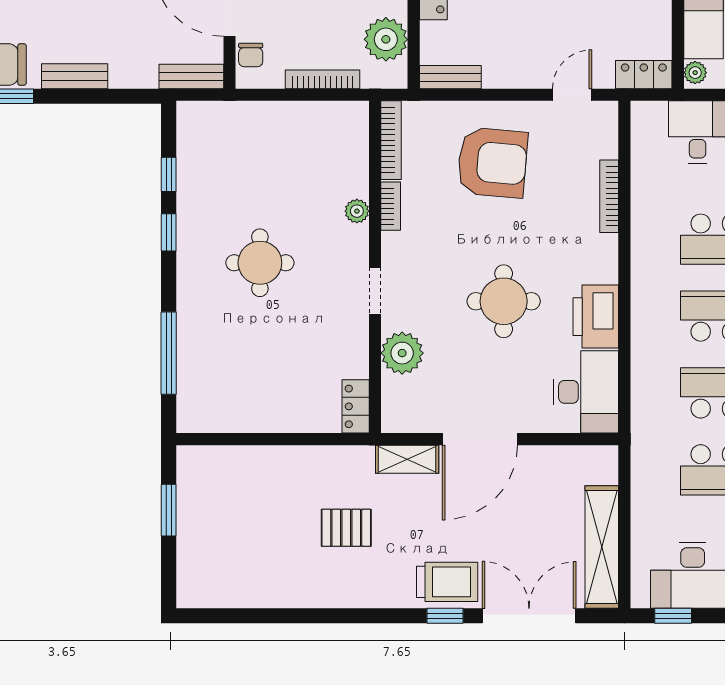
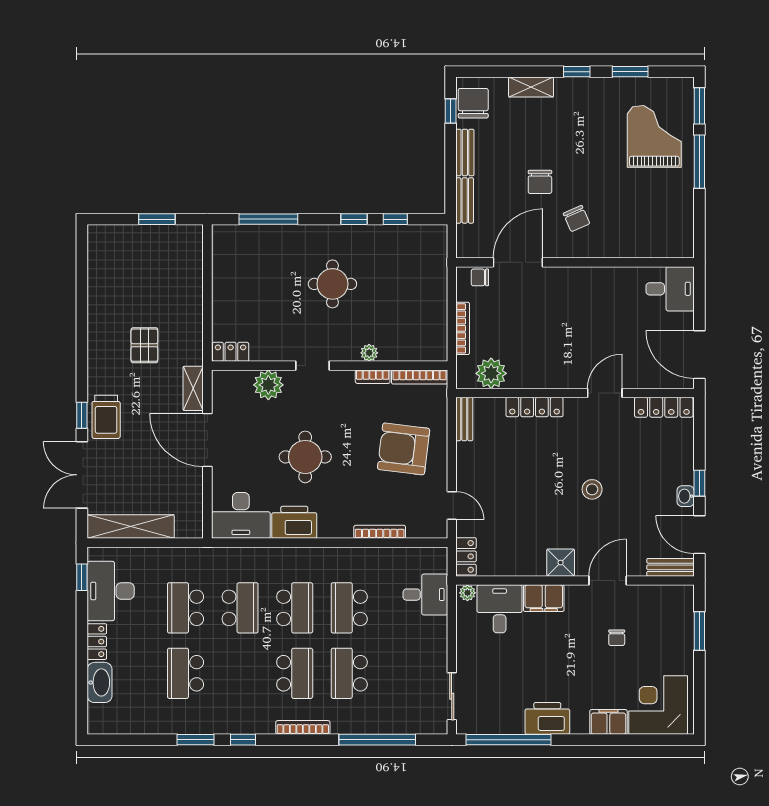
bench: (191, 76) -> (465, 200), moved
armchair: (492, 163) -> (404, 449), turned 92
double door: (529, 616) -> (82, 475), swing flipped

